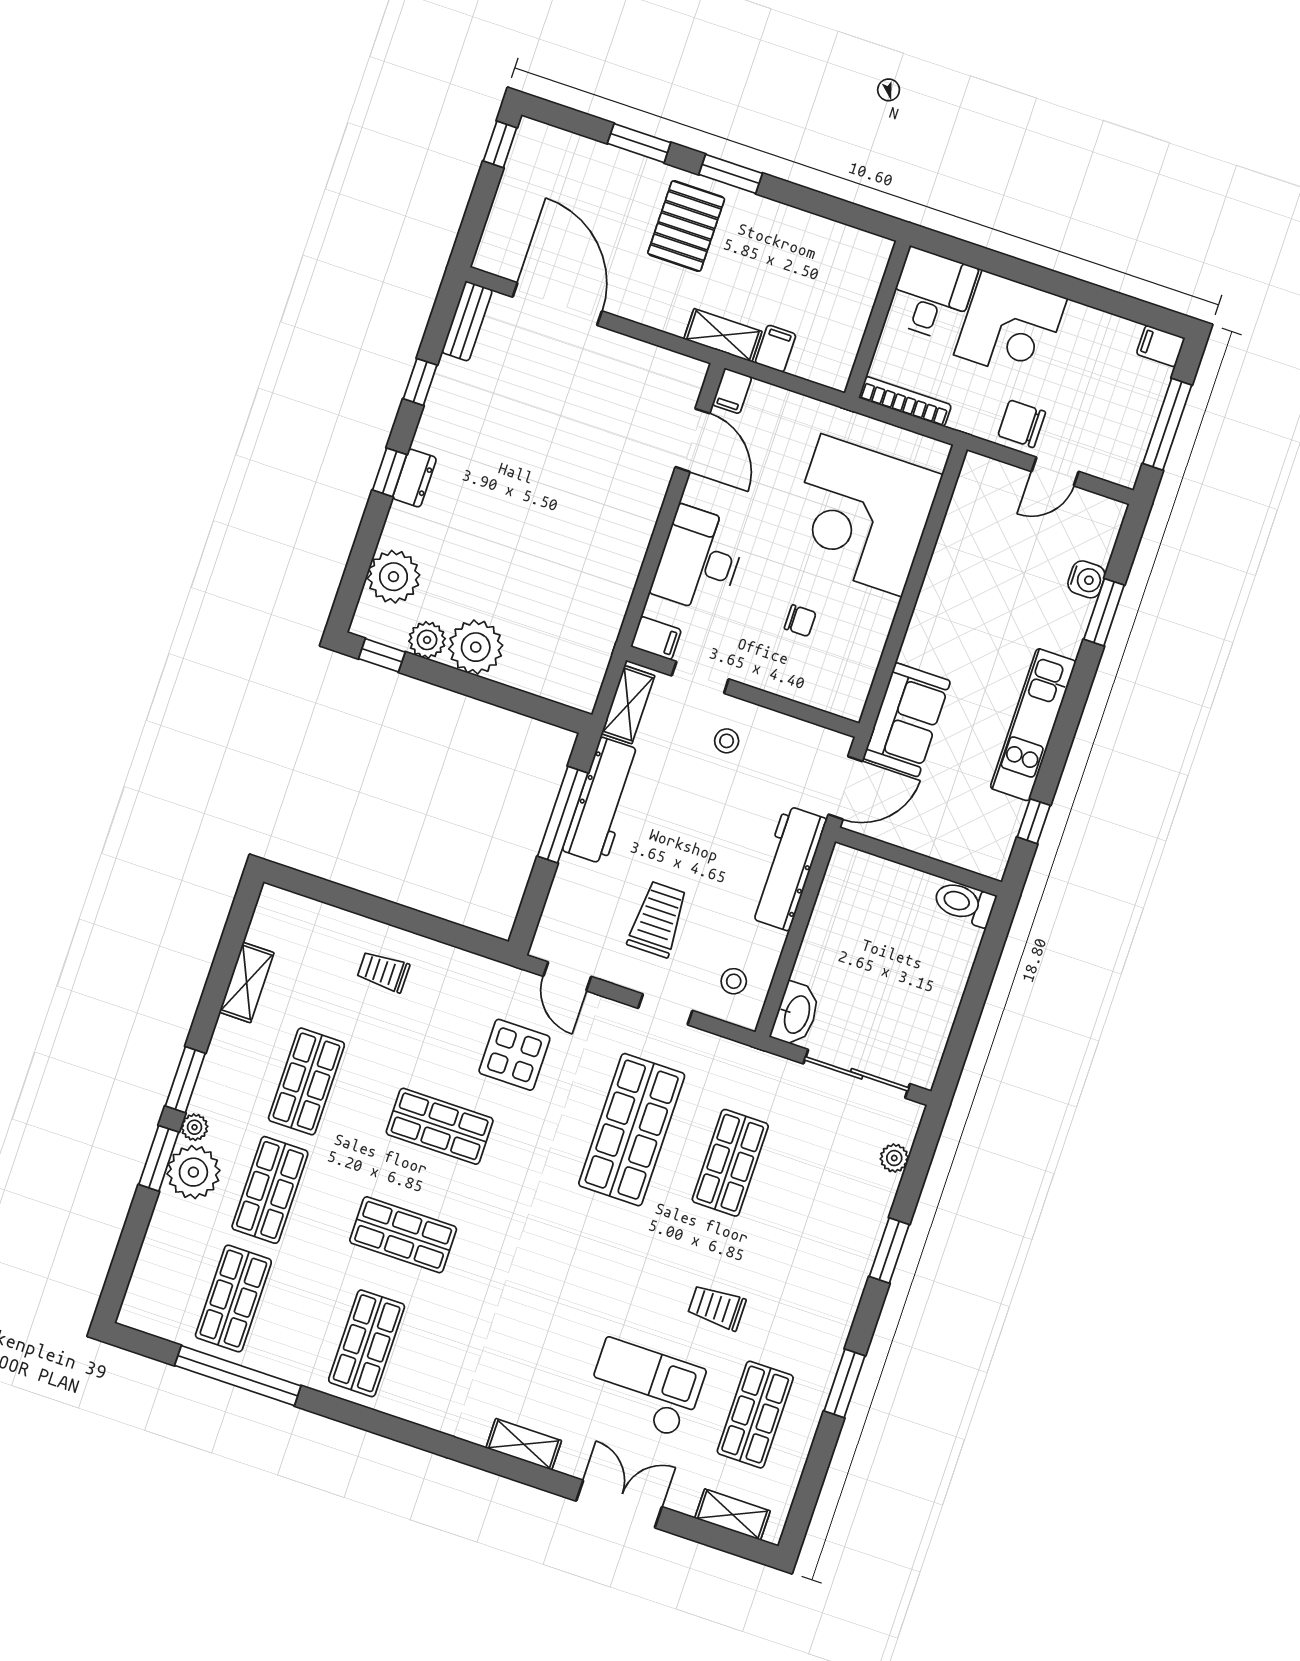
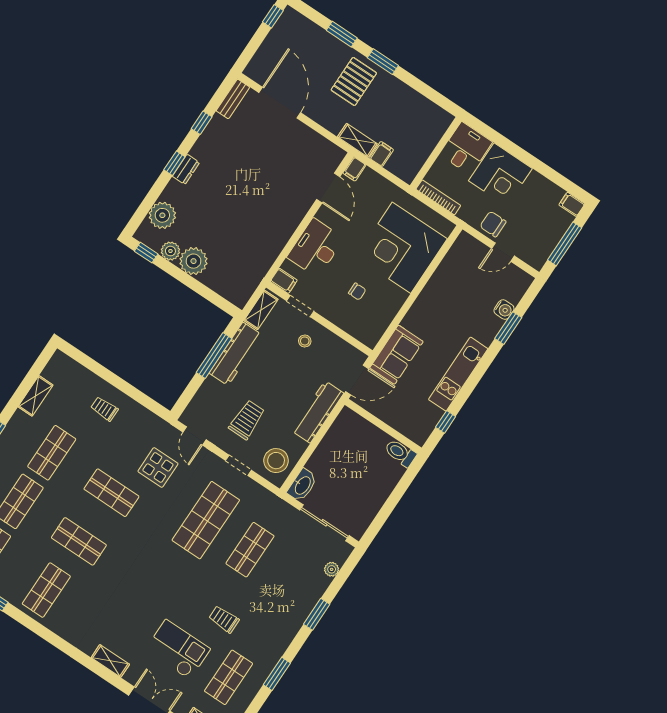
stool: (734, 981) -> (276, 461), width x1.89, depth x1.89

